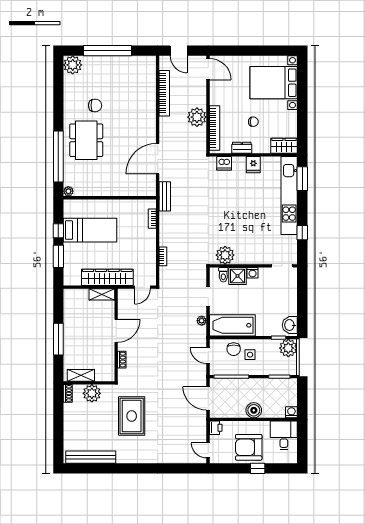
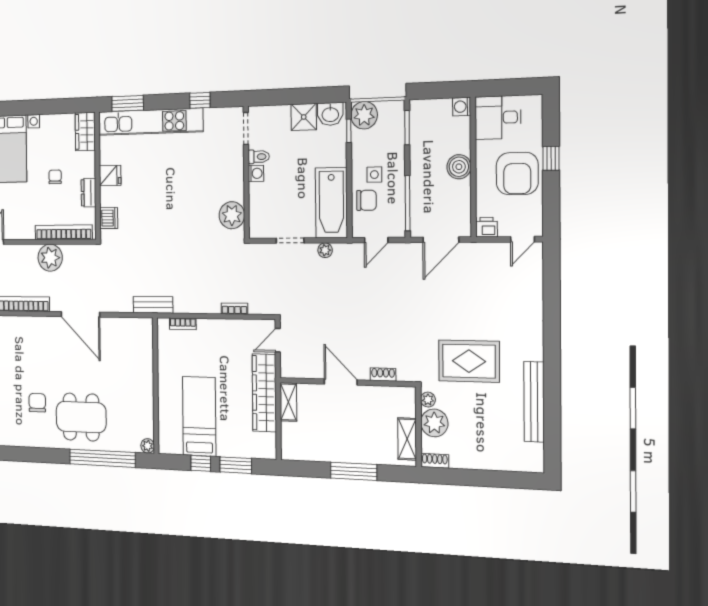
door: (158, 159) -> (80, 314), moved
toilet: (223, 275) -> (259, 157), moved
shower: (238, 276) -> (304, 117), moved
door: (142, 287) -> (278, 340), swing flipped
plant: (107, 389) -> (428, 400), added
bench: (91, 457) -> (534, 402), moved

